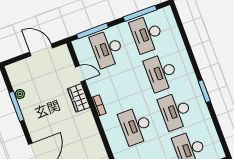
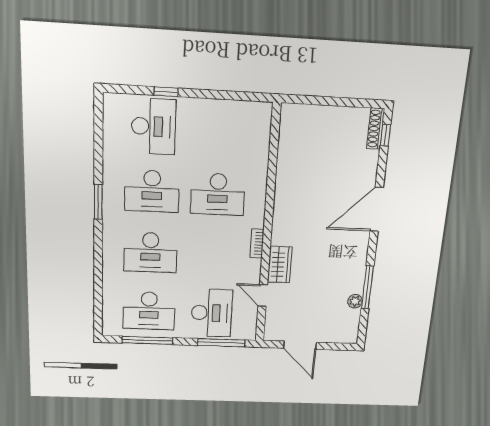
desk: (147, 34) -> (149, 311), turned 90
desk: (161, 73) -> (150, 252), turned 90
desk: (175, 111) -> (152, 191), turned 90
desk: (136, 126) -> (218, 194), turned 90

